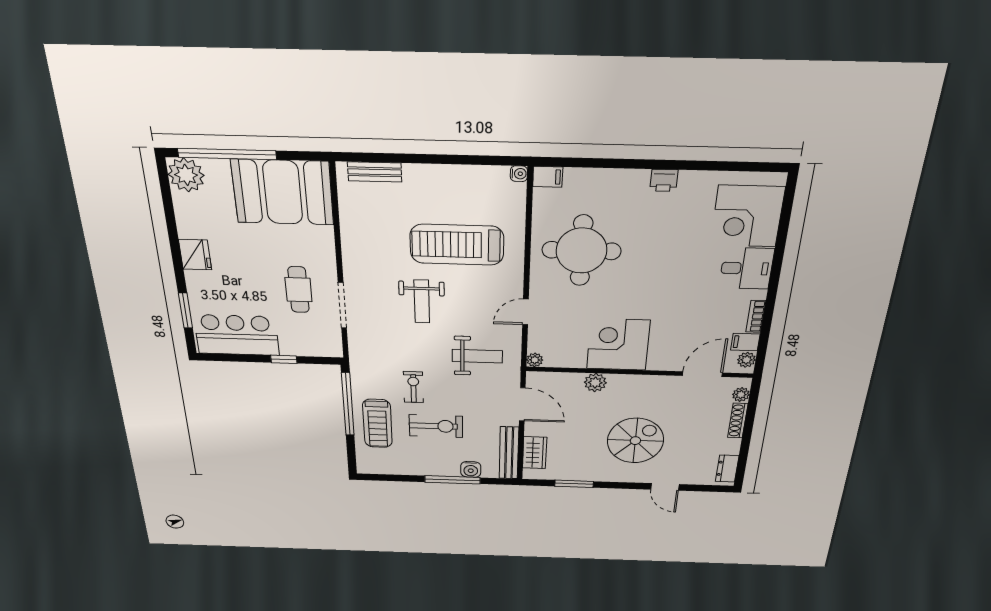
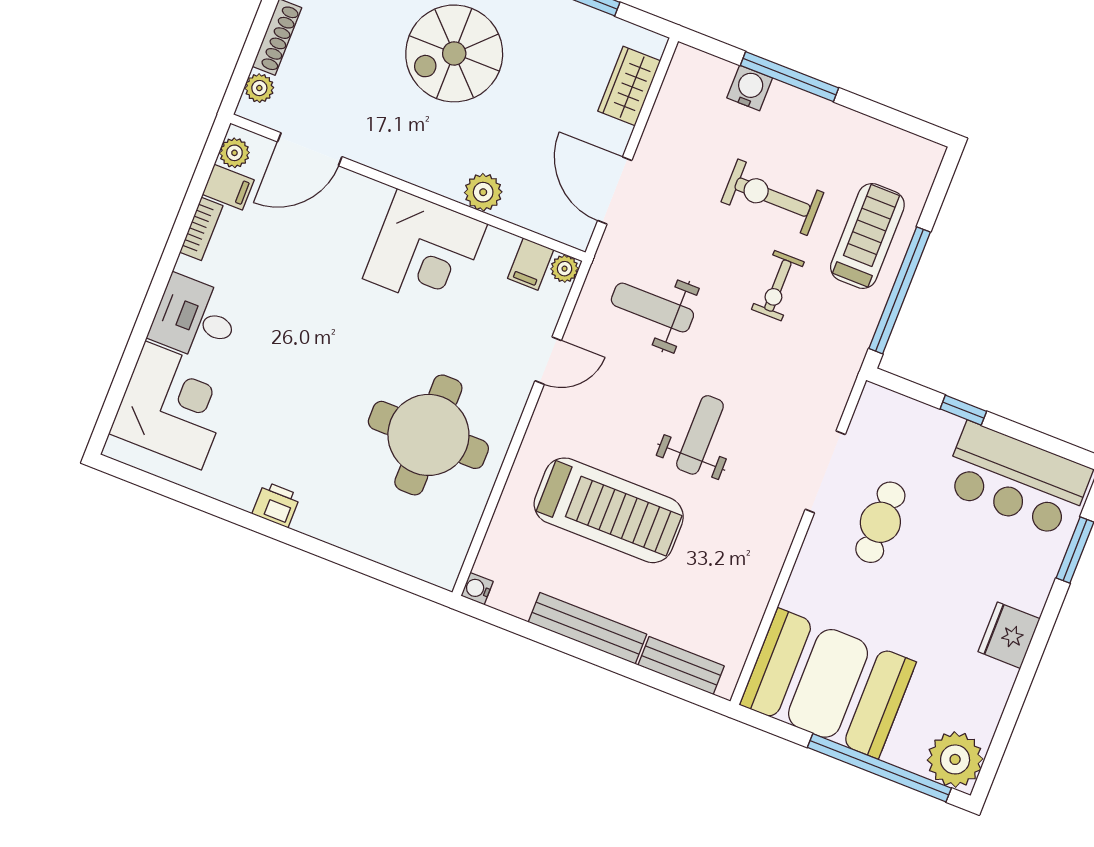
filing cabinet: (548, 177) -> (531, 264), moved, turned -90
bench: (509, 453) -> (587, 628), moved, turned 90

